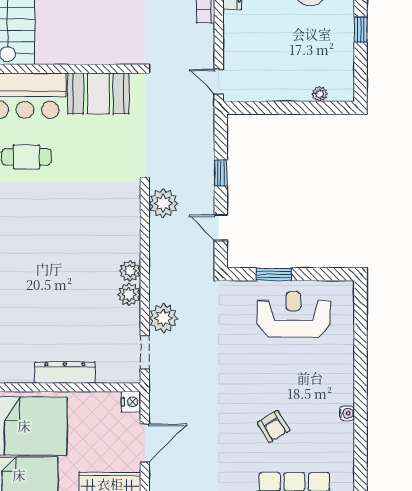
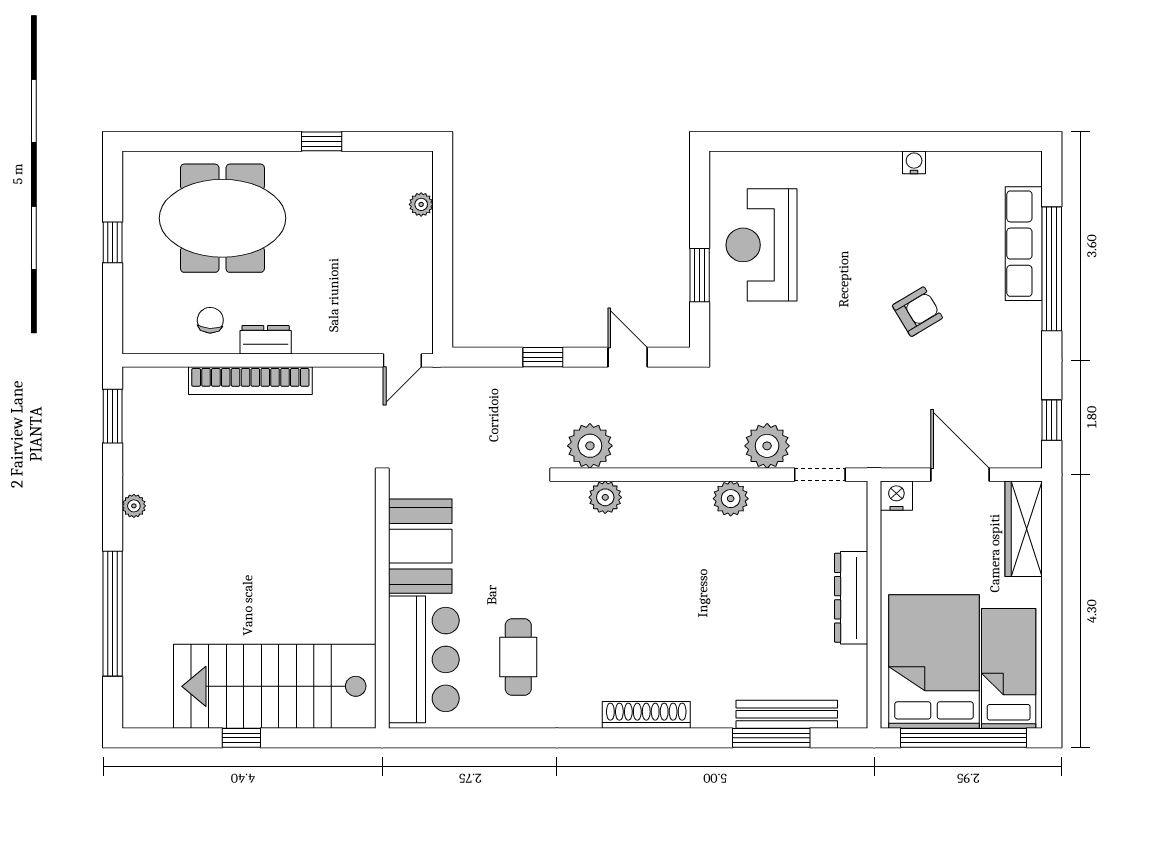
door: (221, 228) -> (628, 357), swing flipped
plant: (130, 271) -> (605, 497), moved
armchair: (273, 427) -> (917, 312), moved

